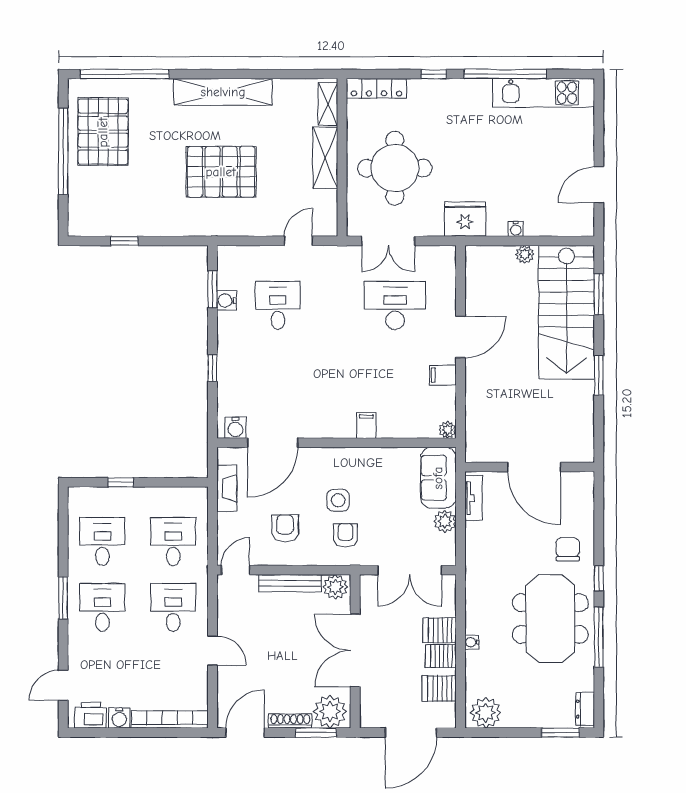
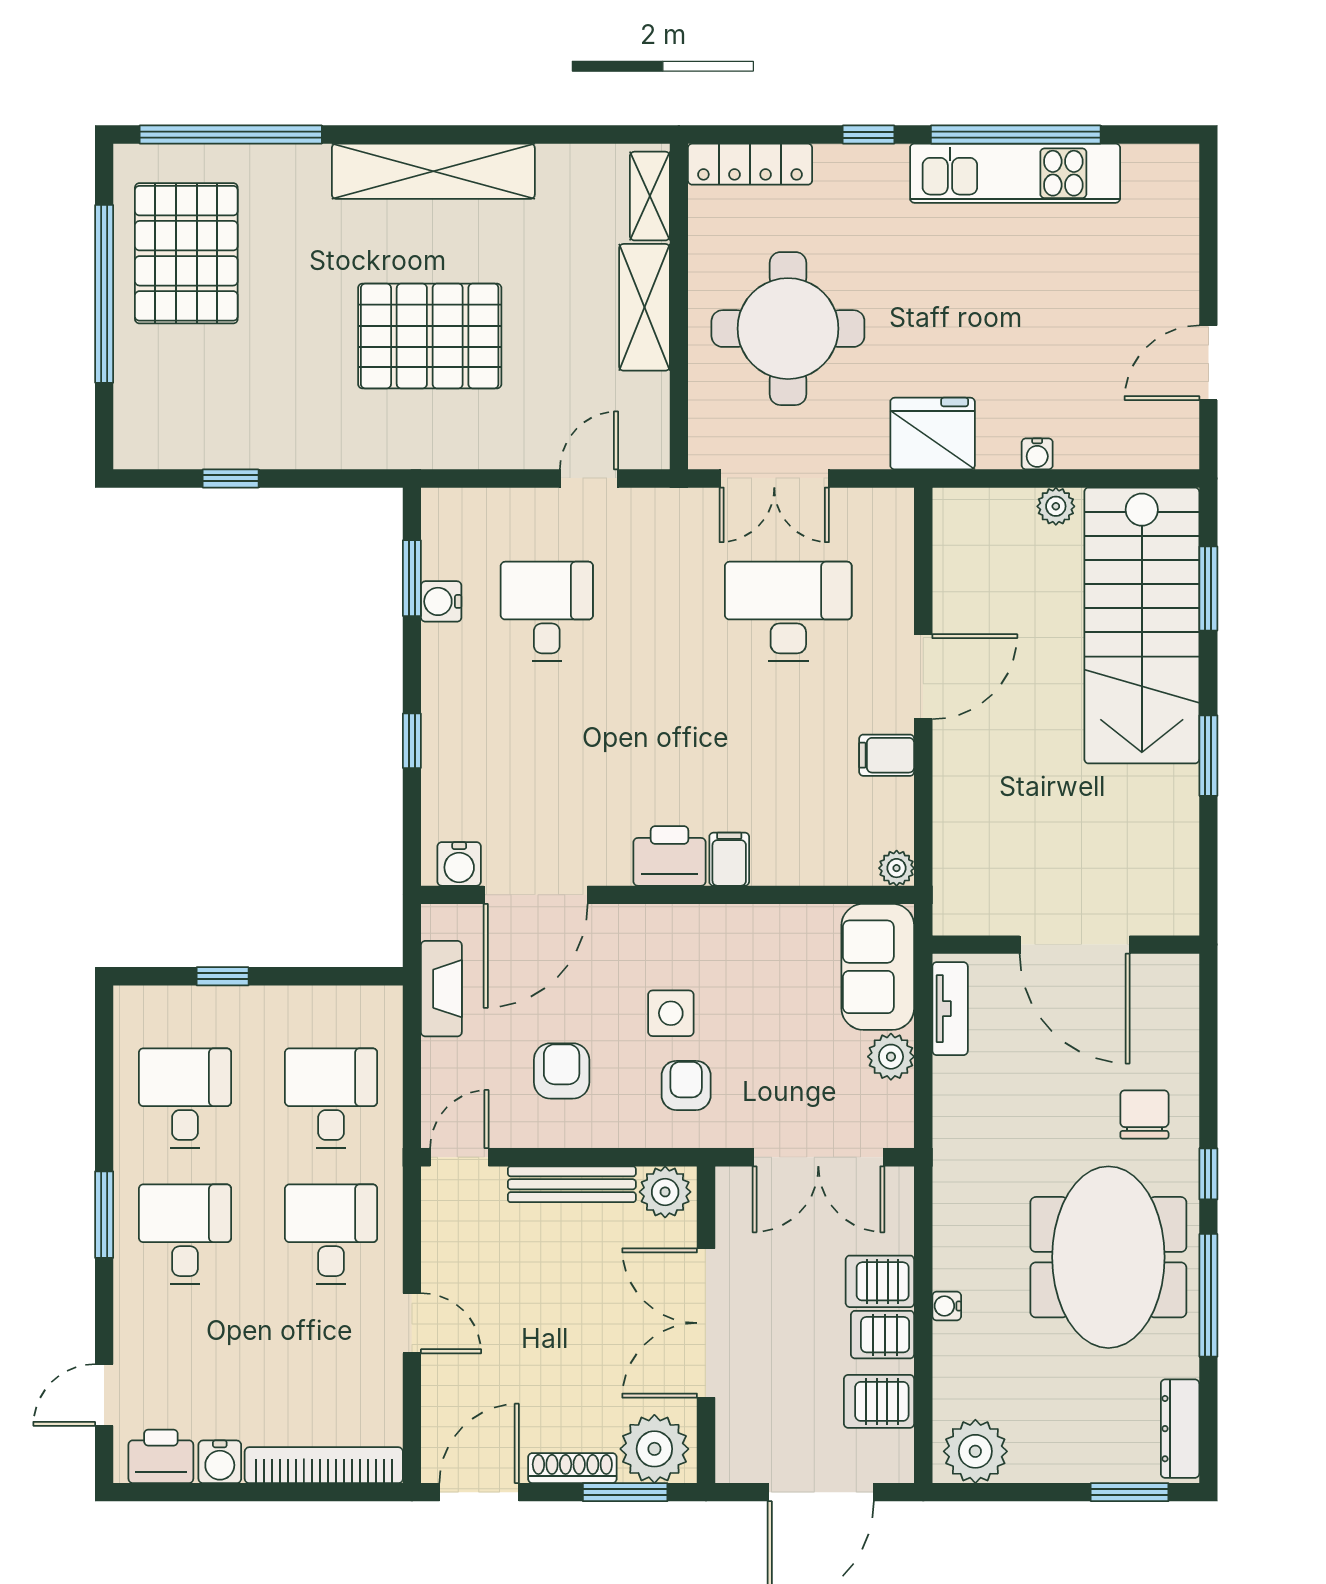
kitchen unit: (543, 93) -> (1015, 173), moved
printer: (337, 424) -> (670, 856), added
dresser: (585, 709) -> (1180, 1429), width x1.44

